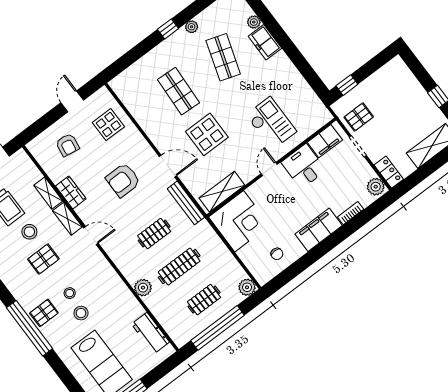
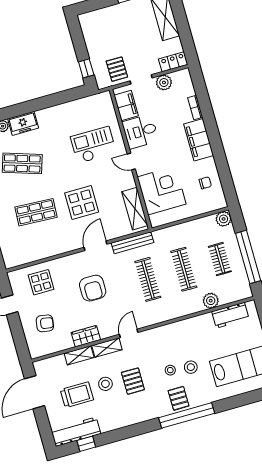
plant: (376, 187) -> (164, 82), moved
corner desk: (239, 221) -> (162, 190), moved
clothes rail: (154, 234) -> (148, 279), width x1.36
plant: (143, 288) -> (211, 301), moved

